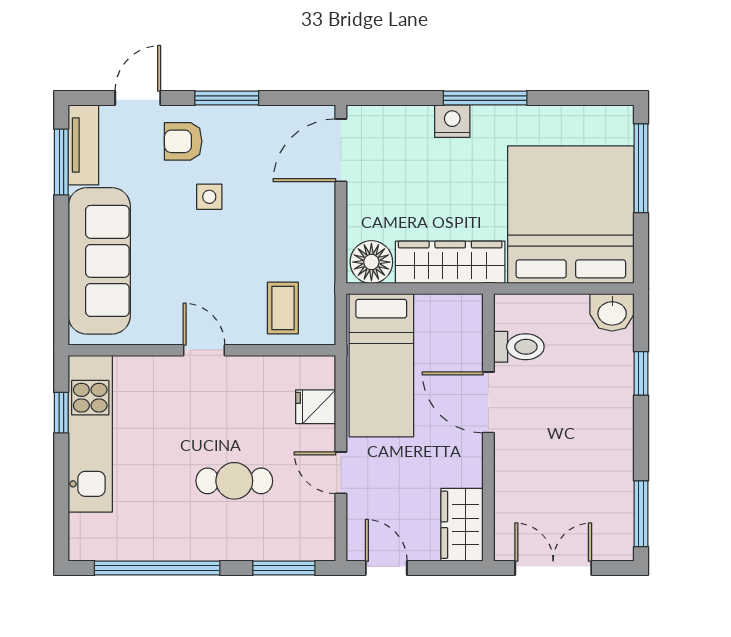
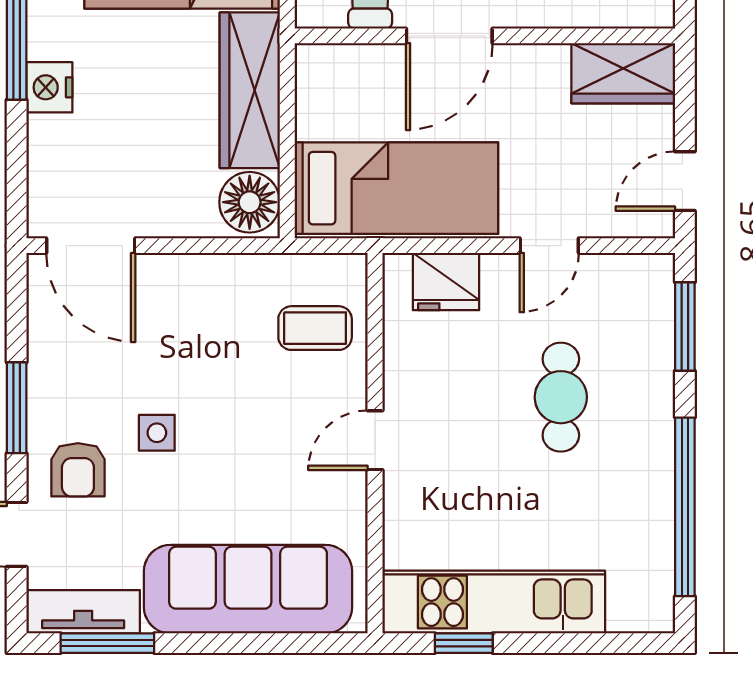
fridge: (316, 407) -> (446, 282), width x1.38

